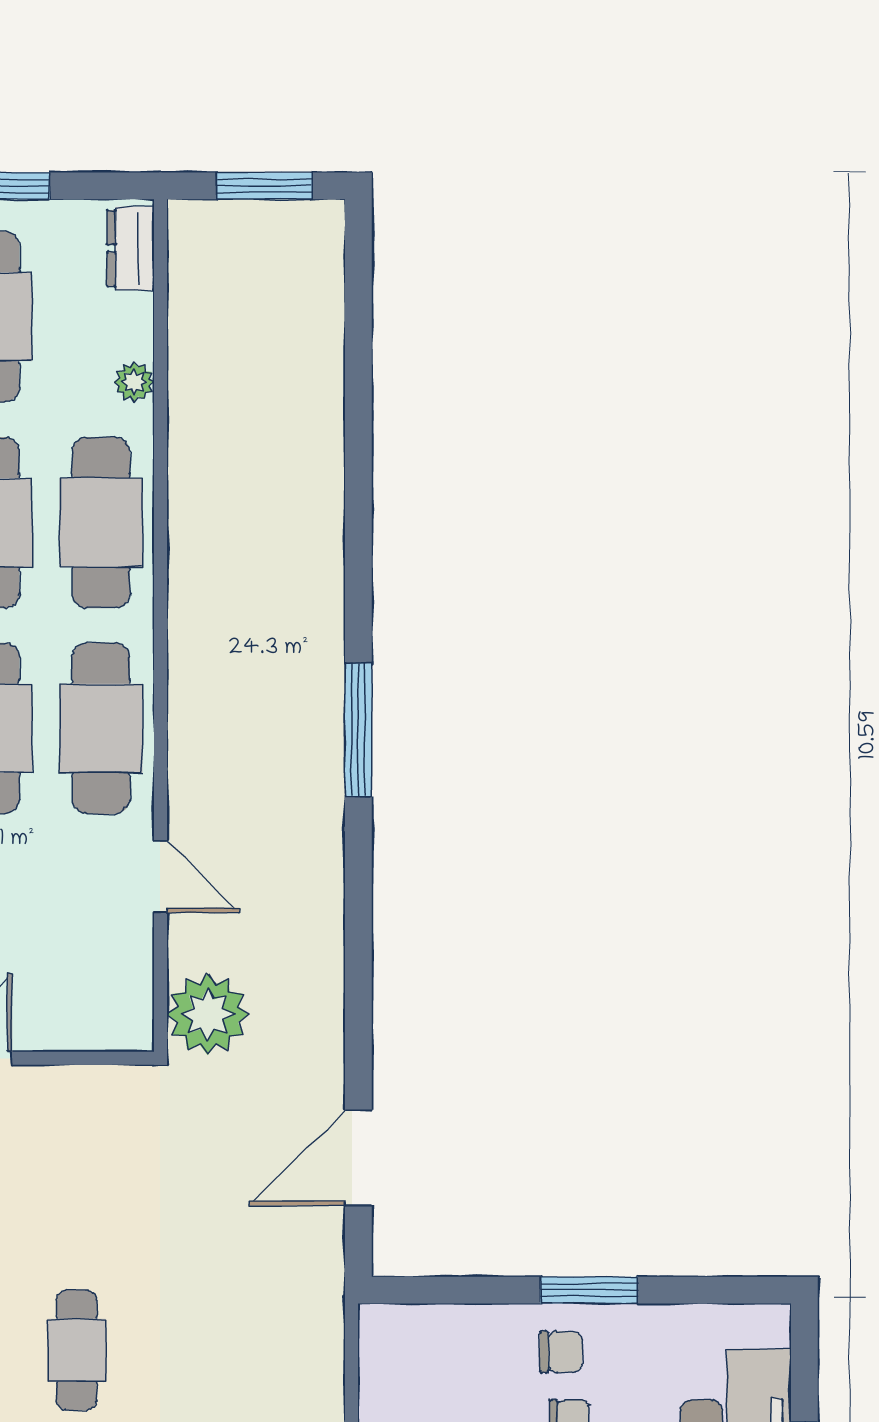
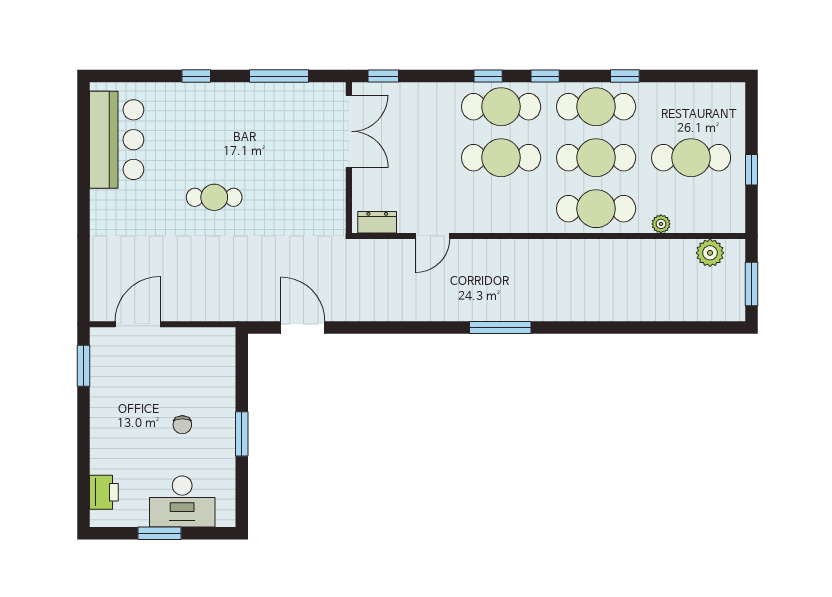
dresser: (131, 248) -> (377, 222), moved
cafe table: (101, 728) -> (501, 209), removed
plant: (208, 1014) -> (710, 253), moved, width x0.73, depth x0.73
chair: (561, 1352) -> (213, 421), removed

